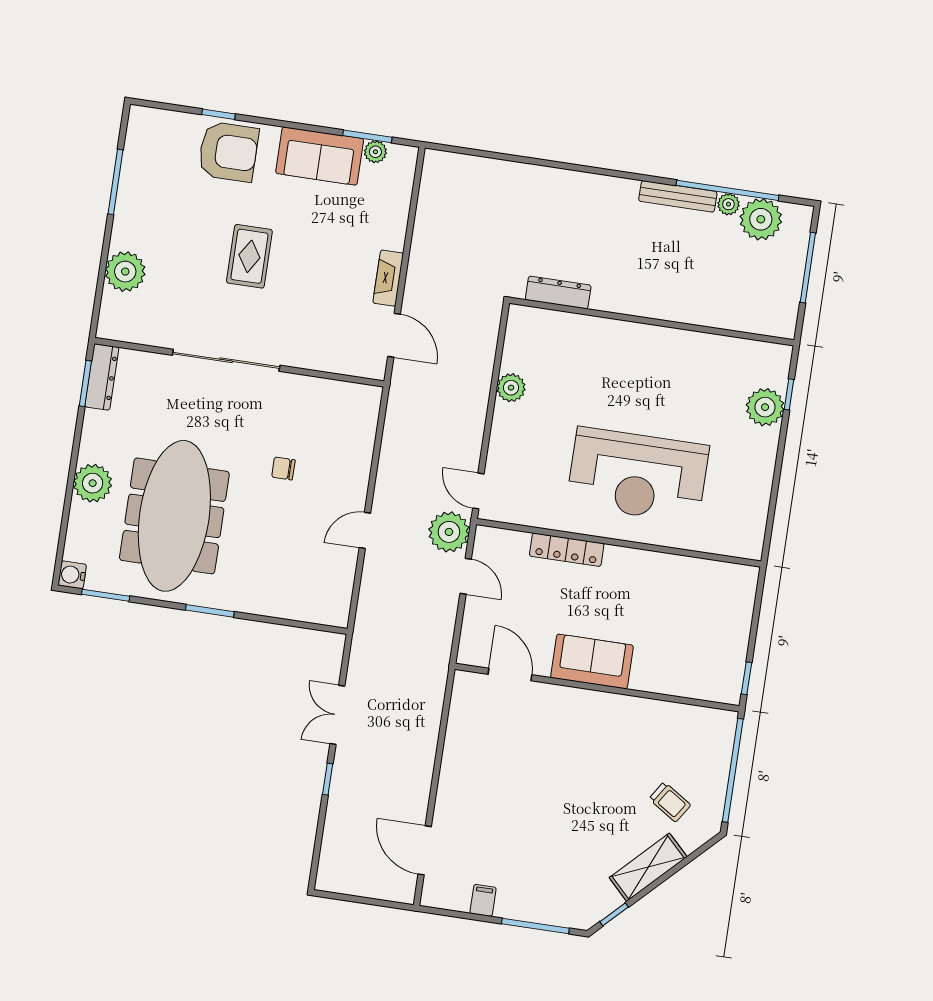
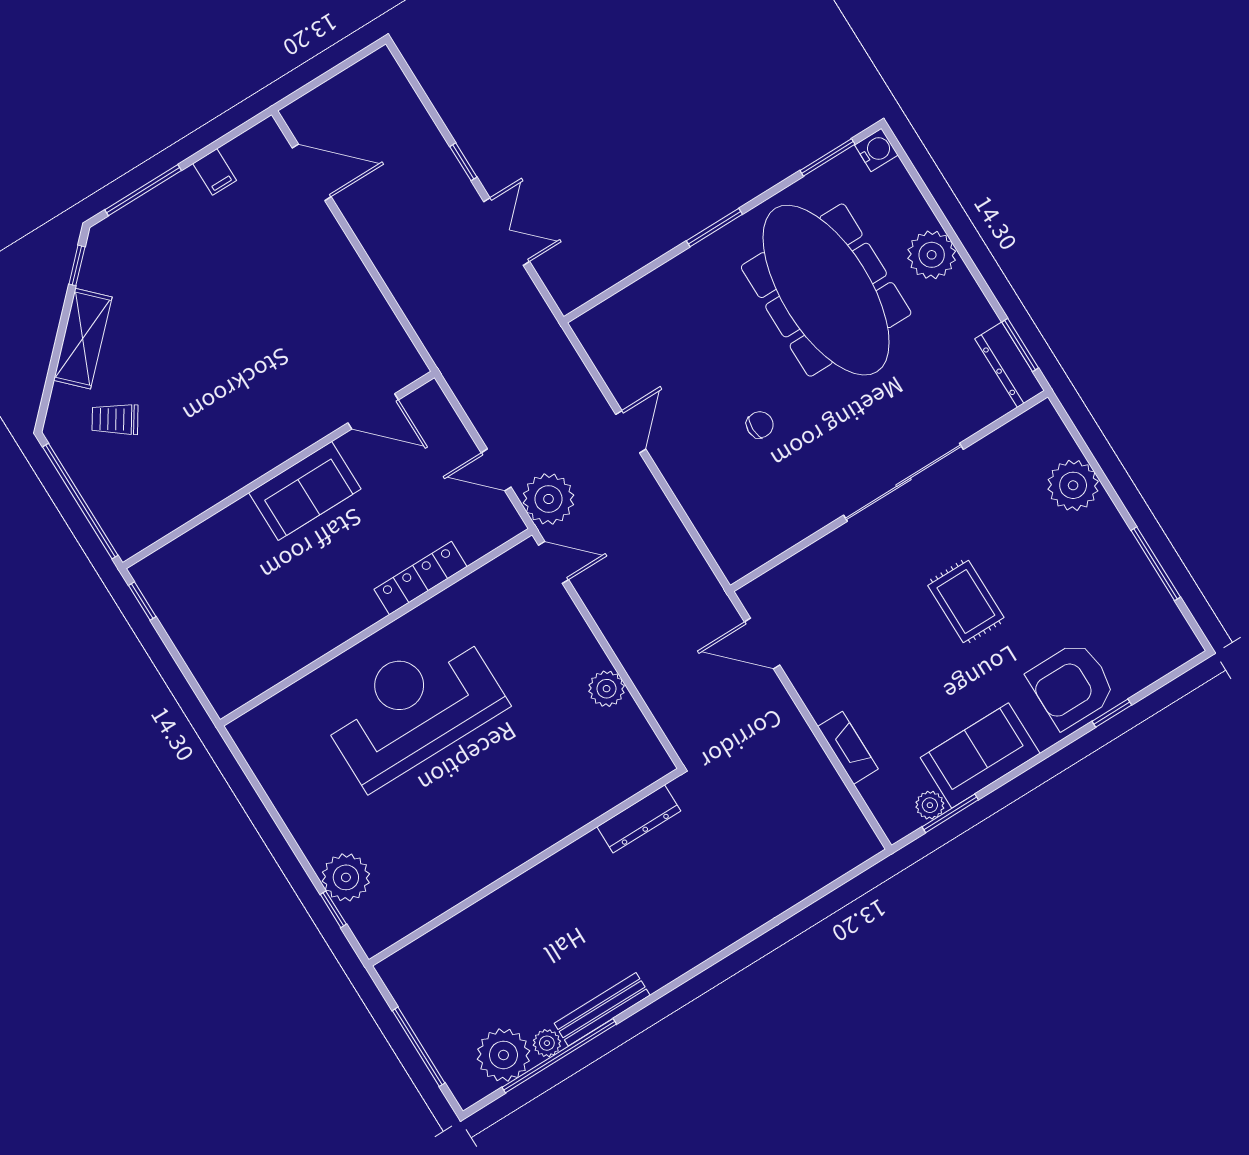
fireplace: (388, 278) -> (848, 748), moved

